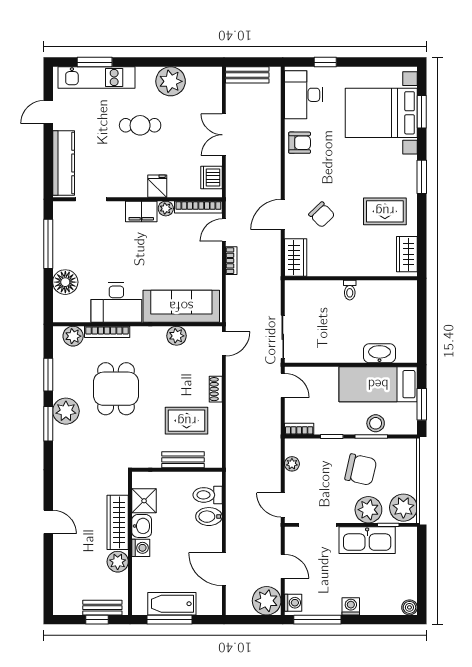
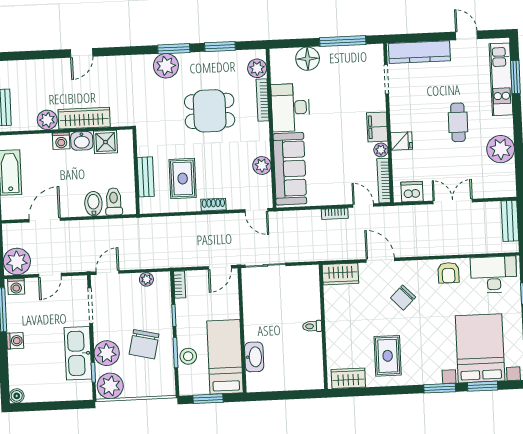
window: (422, 177) -> (440, 388), moved
chair: (322, 215) -> (403, 298), moved
plant: (66, 411) -> (166, 66), moved

